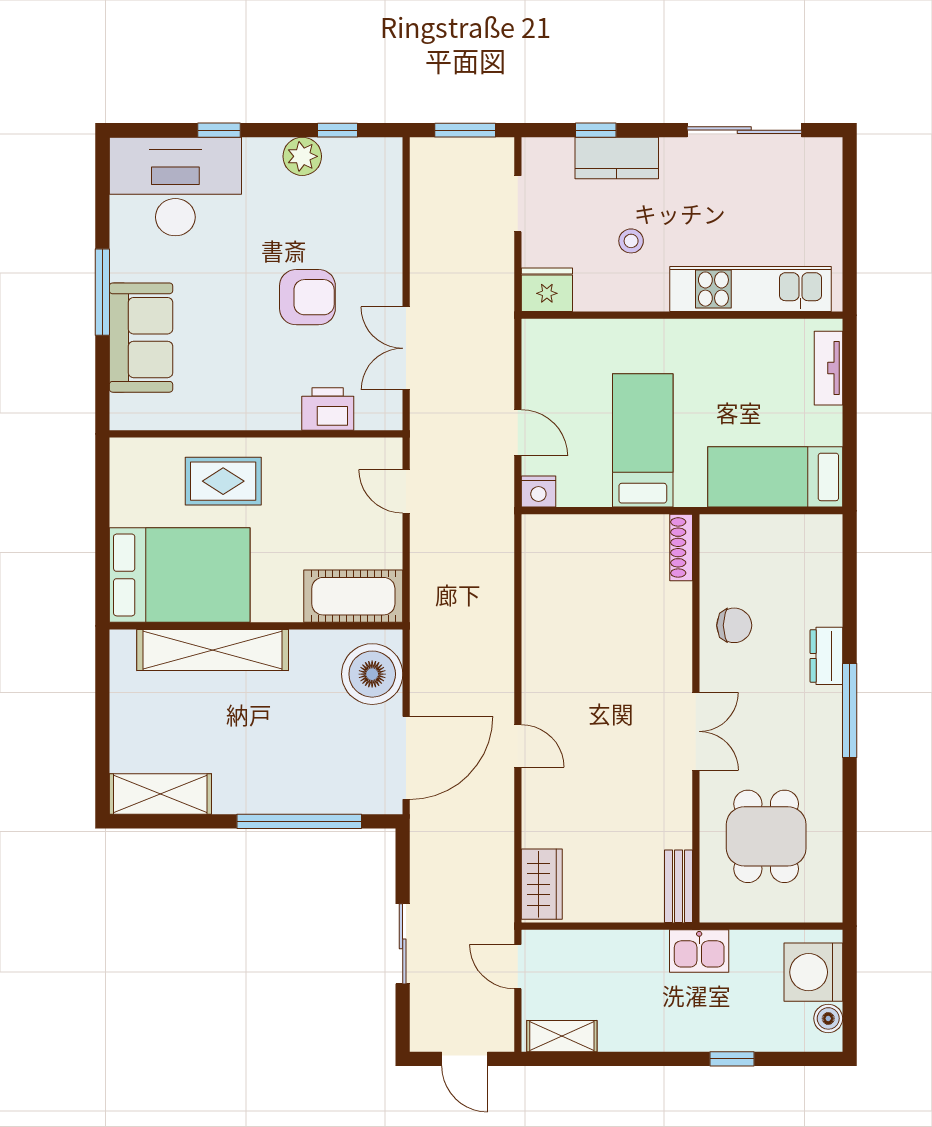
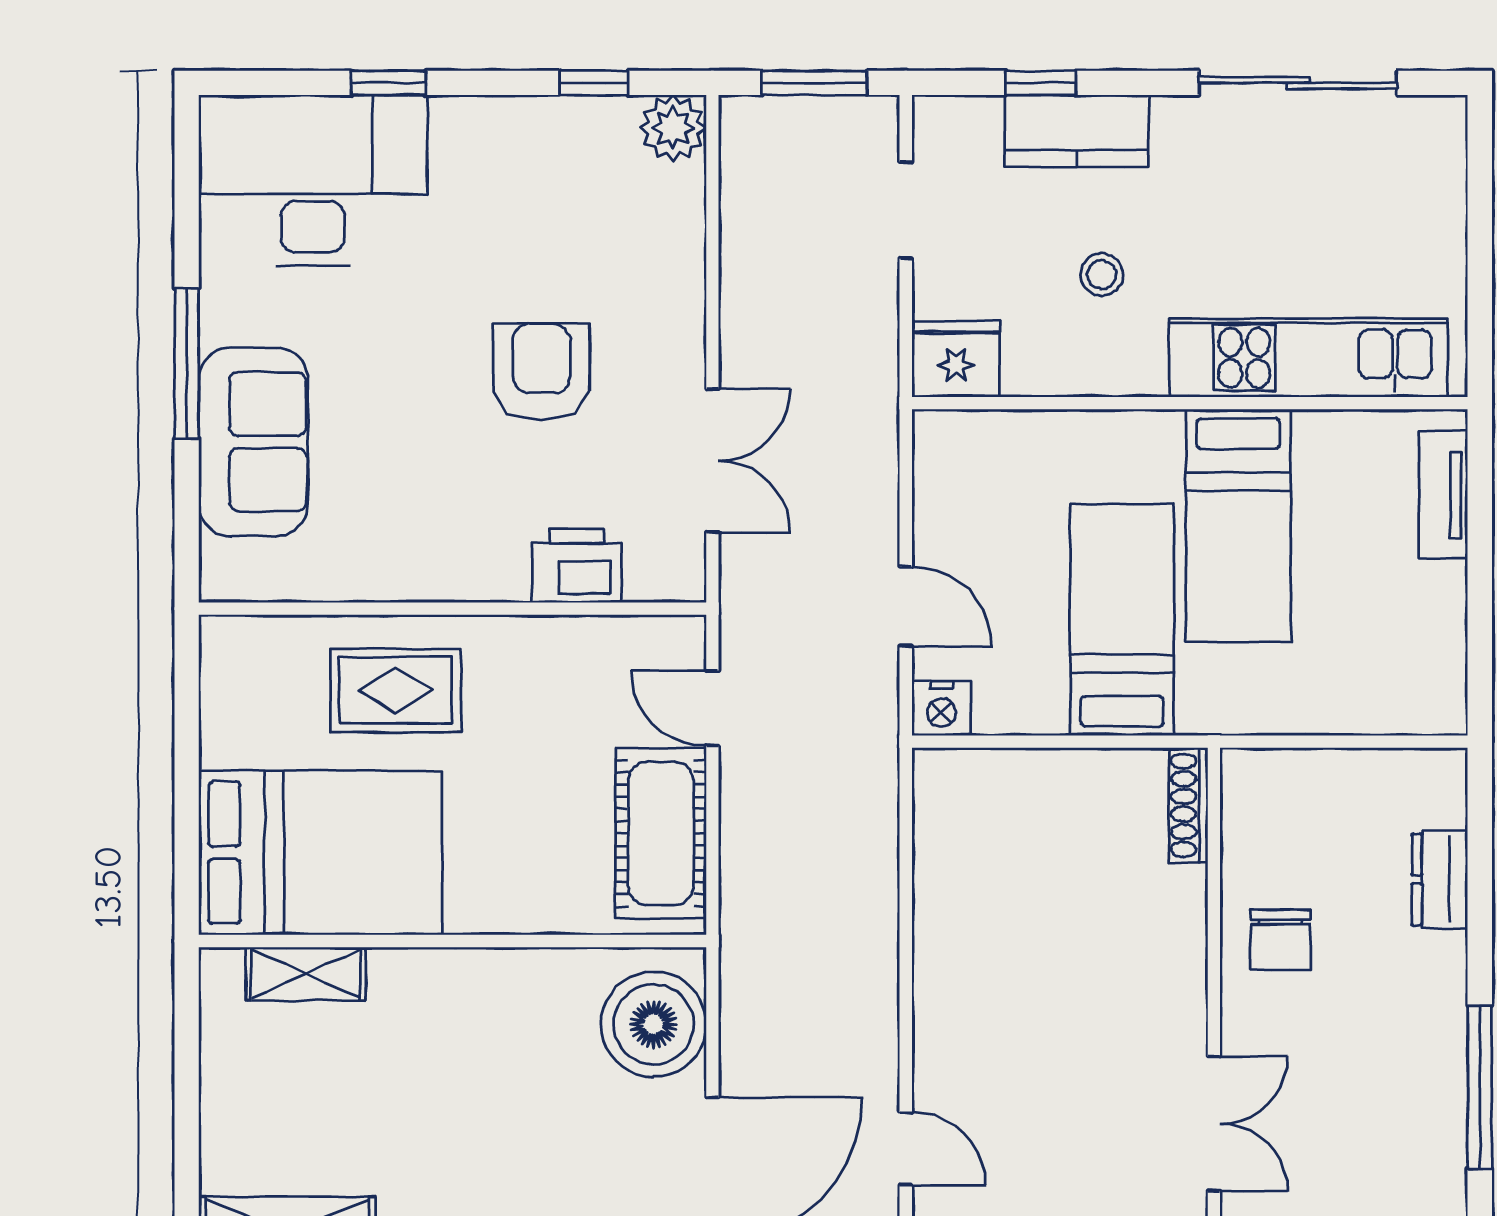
plant: (302, 156) -> (673, 128), moved
armchair: (307, 297) -> (542, 372), turned -90
double door: (406, 348) -> (712, 461), swing flipped
bed: (775, 477) -> (1238, 526), moved, turned -90
cot: (353, 596) -> (661, 833), moved, turned 90
chair: (734, 625) -> (1280, 940), turned 90
shelving: (213, 650) -> (306, 974), width x0.45, depth x0.75
dresser: (826, 656) -> (1440, 879), moved

